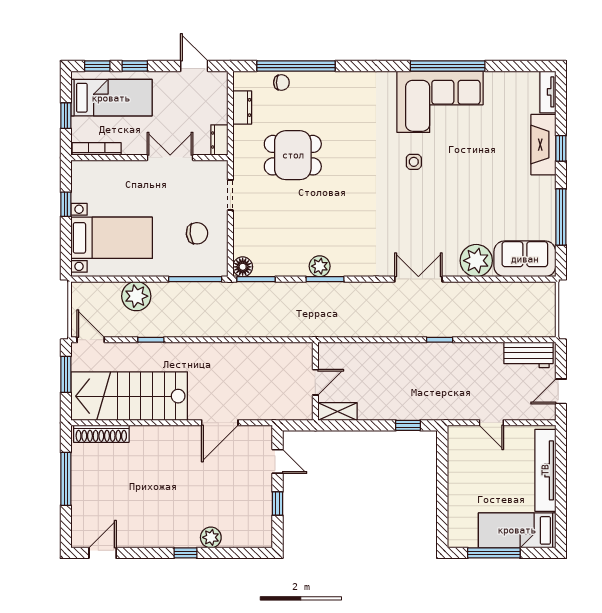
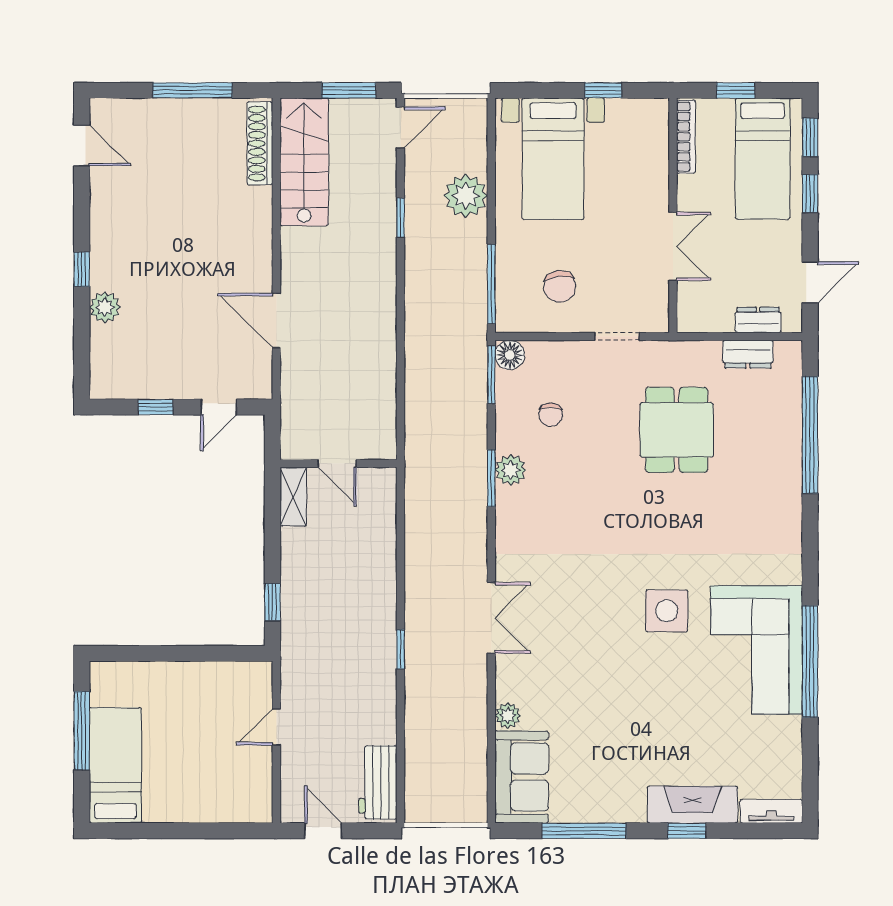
chair: (281, 83) -> (551, 415), moved
dresser: (219, 140) -> (758, 320), moved
side table: (414, 162) -> (667, 611), width x1.87, depth x1.87
plant: (476, 261) -> (508, 715), width x0.53, depth x0.53
stairs: (129, 396) -> (304, 162), width x0.73, depth x0.66
tv unit: (545, 470) -> (205, 808), removed

